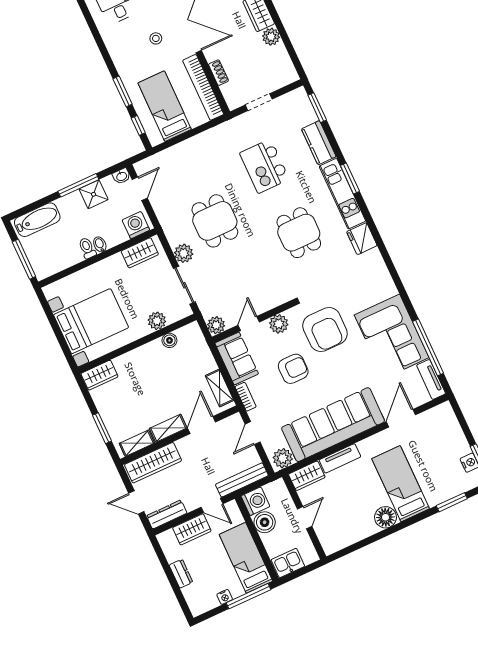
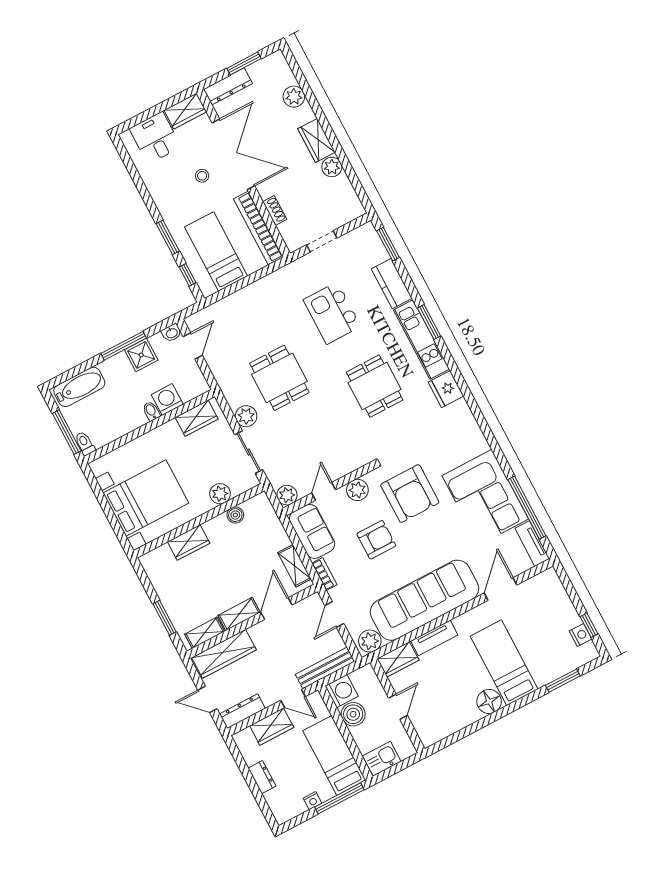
washing machine: (136, 225) -> (167, 399), moved
toilet: (87, 248) -> (85, 444), moved
wardrobe: (99, 375) -> (189, 542), moved

